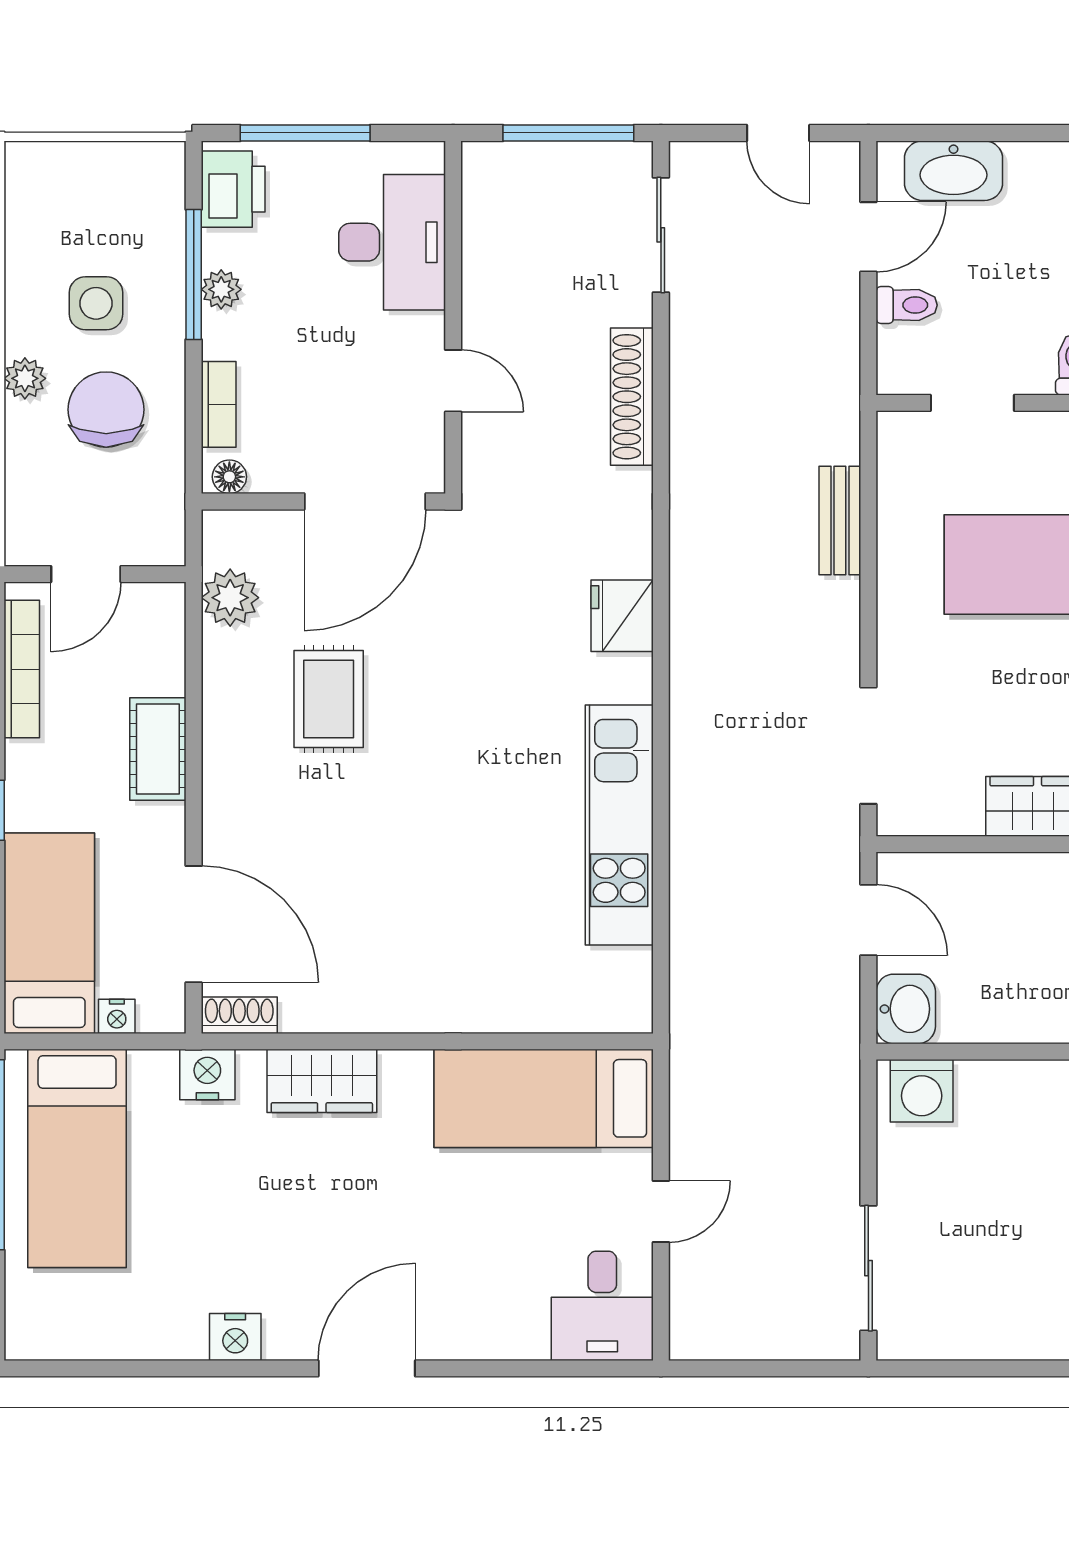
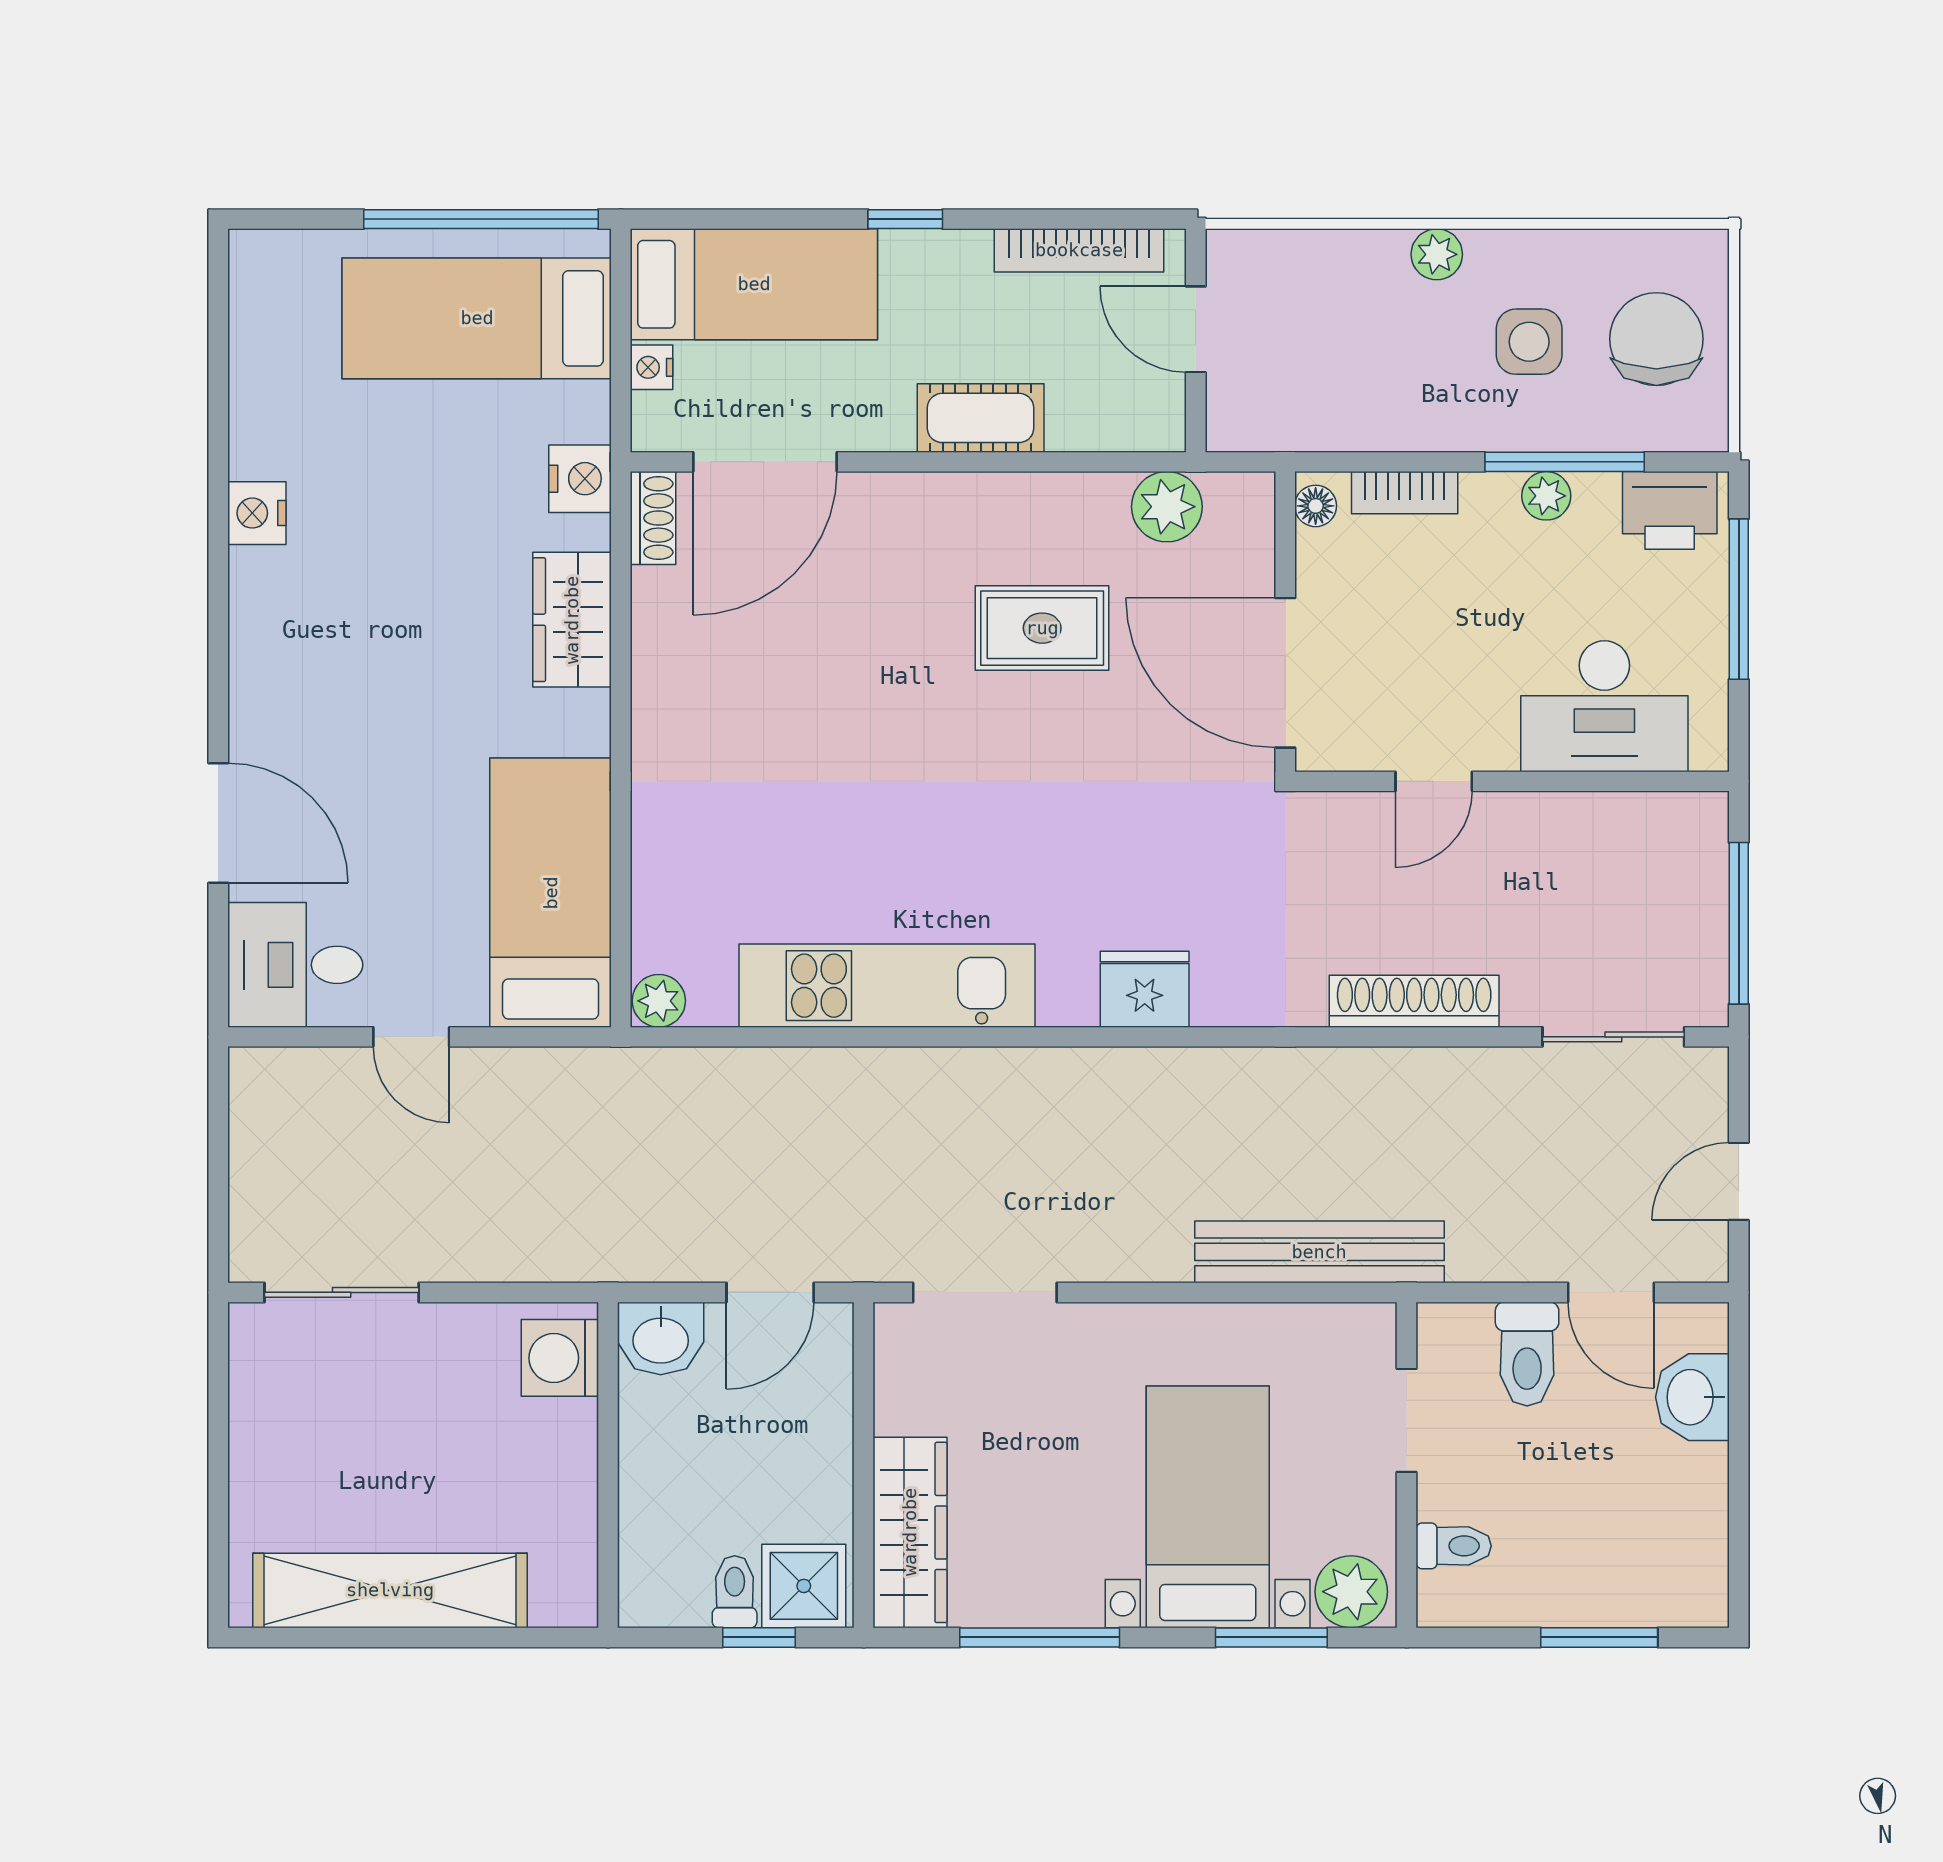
washbasin: (954, 171) -> (1692, 1397), width x0.72
toilet: (907, 305) -> (1527, 1354), width x1.37, depth x1.39
chair: (106, 410) -> (1656, 339), moved, turned -90
bench: (840, 521) -> (1319, 1252), width x1.86, depth x1.21
plant: (631, 1010) -> (659, 1001), added
door: (367, 1368) -> (218, 823), moved

